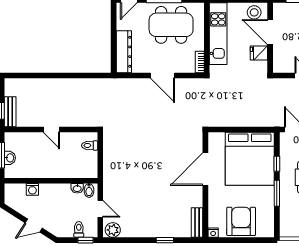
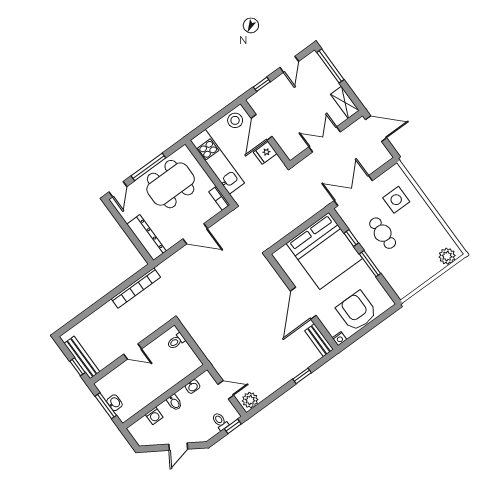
door: (270, 32) -> (262, 127), hinge flipped
bookcase: (88, 84) -> (136, 288), added
bench: (10, 112) -> (82, 358), width x1.36
door: (205, 169) -> (303, 303), moved
bidet: (89, 190) -> (174, 403), moved

